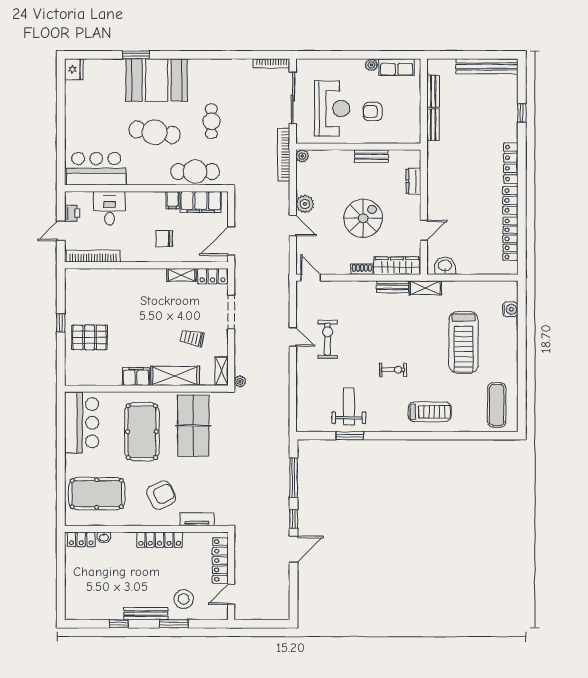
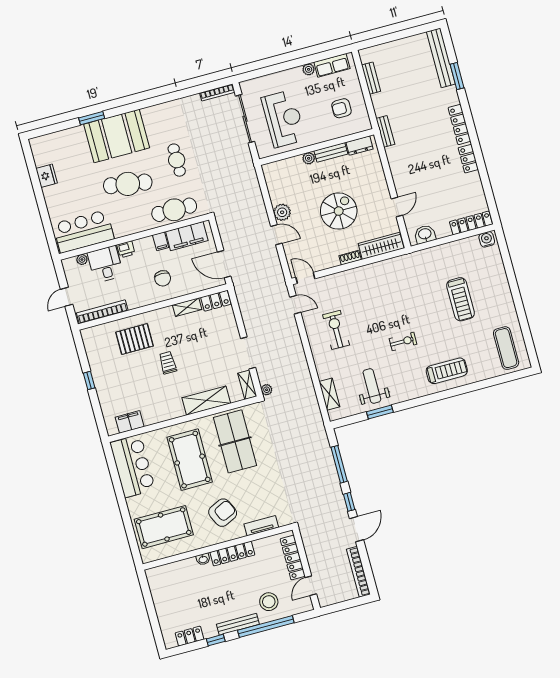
bench: (487, 66) -> (441, 58), moved, turned 90
fridge: (74, 69) -> (47, 176), moved
armchair: (373, 112) -> (341, 108), moved
window: (522, 113) -> (457, 76), width x1.50
bench: (433, 125) -> (385, 131), moved
bookcase: (284, 155) -> (358, 572), moved
plant: (302, 156) -> (309, 158), moved
dresser: (413, 181) -> (359, 146), moved, turned -90
plant: (87, 197) -> (82, 260), added
printer: (72, 213) -> (126, 249), moved, turned 90
chair: (164, 239) -> (163, 278), turned -90
locker: (510, 239) -> (471, 223), moved, turned 90
door: (231, 241) -> (224, 264), hinge flipped
bench: (392, 287) -> (382, 266), removed
shelving: (425, 288) -> (329, 394), moved, turned 90
water cooler: (510, 309) -> (487, 239), moved, turned -90
doorway: (231, 312) -> (248, 353), moved
pallet: (89, 337) -> (135, 339), moved
door: (293, 337) -> (295, 305), moved
trolley: (192, 338) -> (168, 363), moved, turned 78
treadmill: (464, 342) -> (461, 299), width x0.73, depth x0.73
filing cabinet: (136, 376) -> (130, 422), moved
washbasin: (104, 537) -> (203, 559), moved
locker: (81, 539) -> (190, 636), moved, turned 180
window: (174, 624) -> (266, 626), width x2.11

